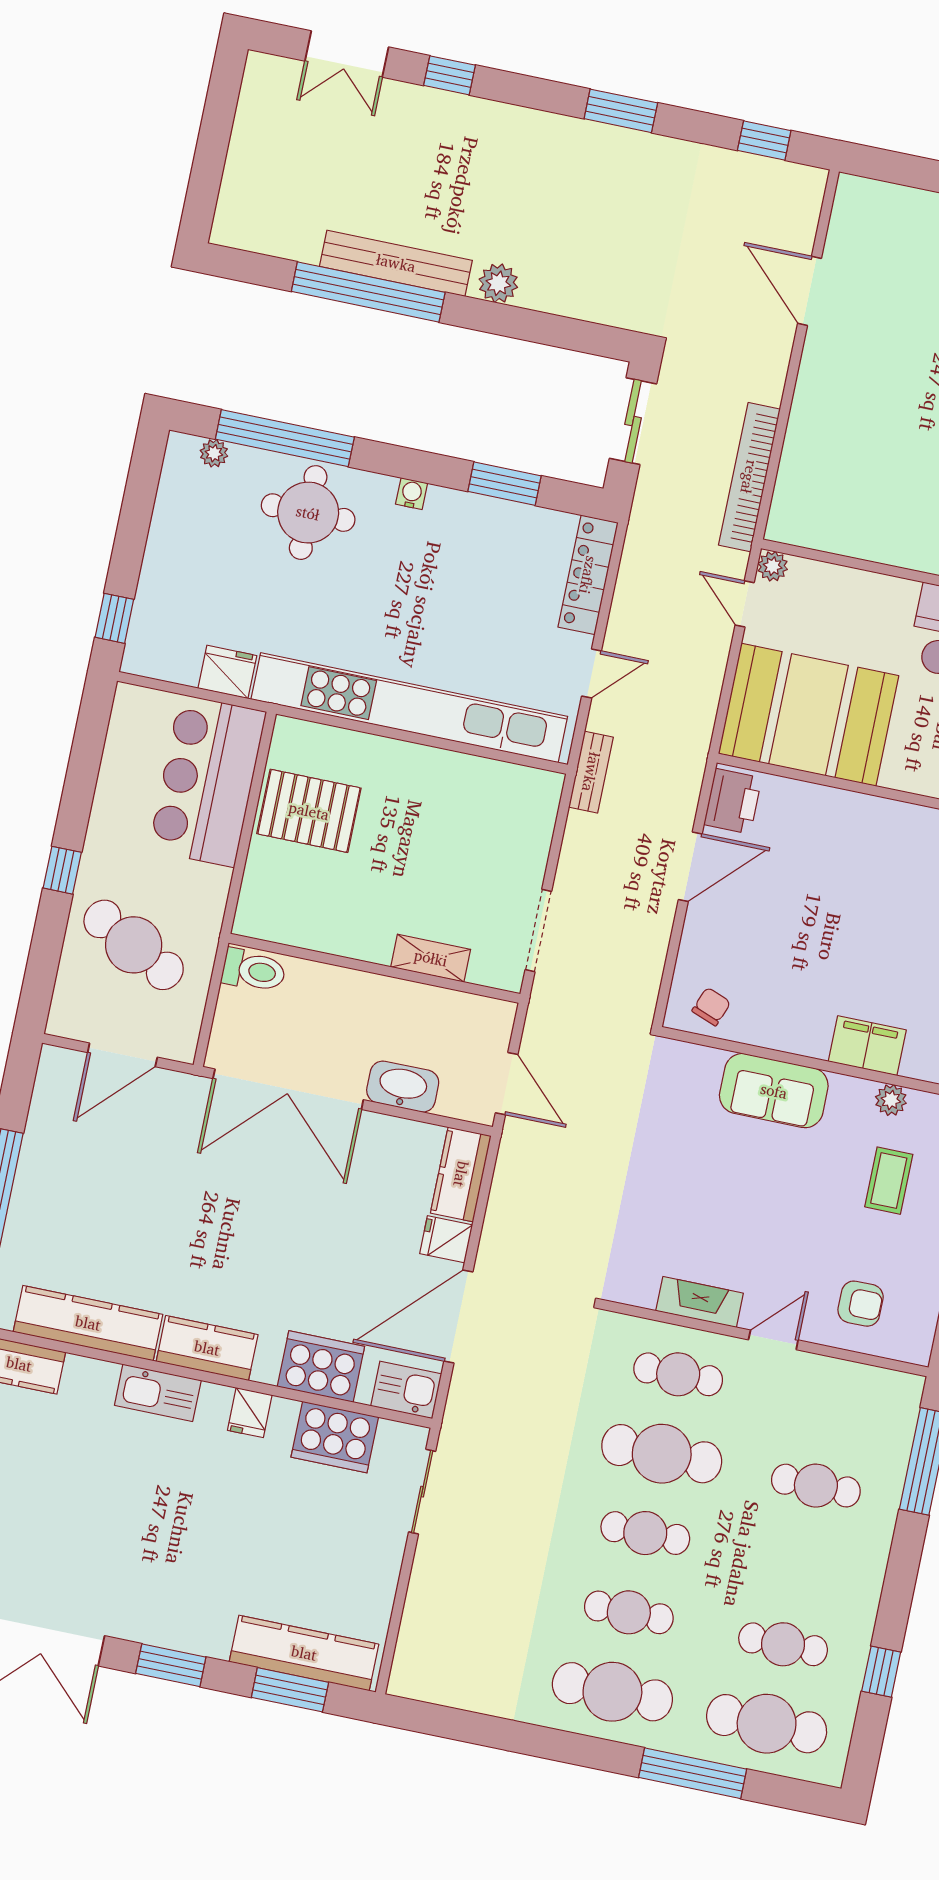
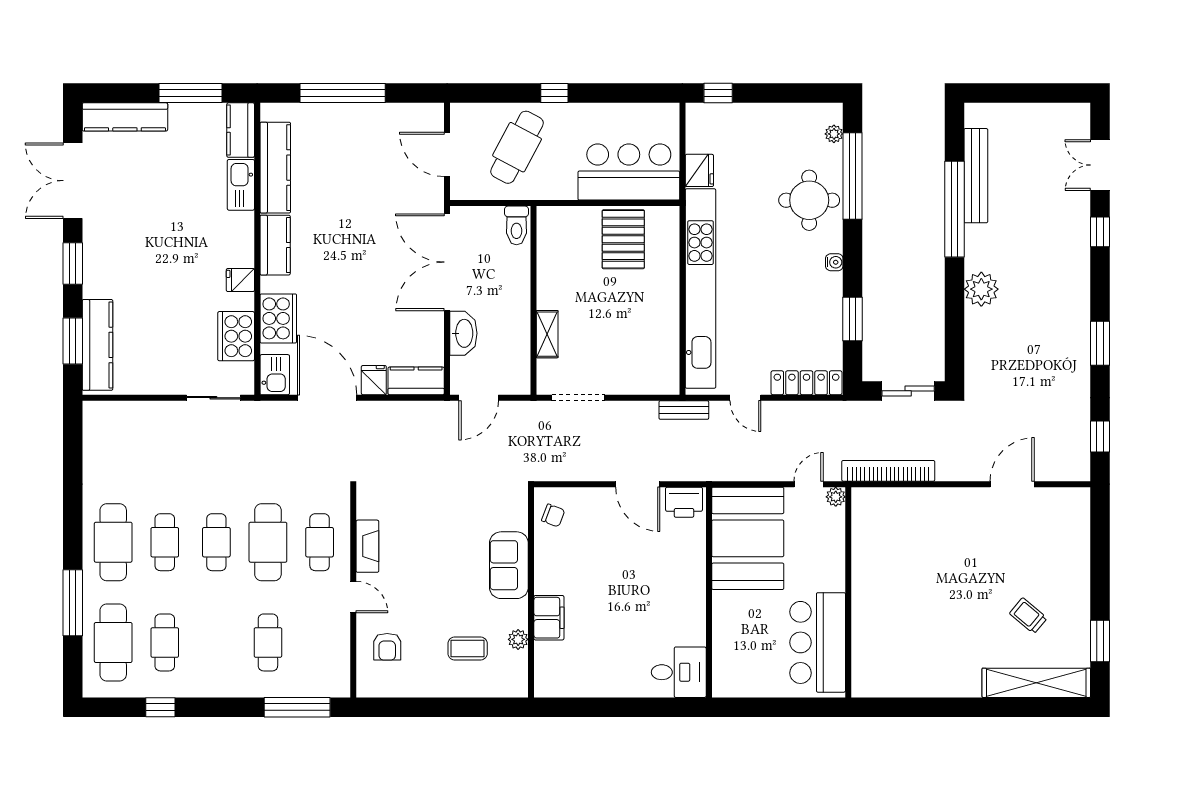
bench: (396, 263) -> (976, 176), moved
plant: (498, 283) -> (981, 289), width x1.36, depth x1.36
kitchen sink: (158, 1393) -> (241, 185), moved

